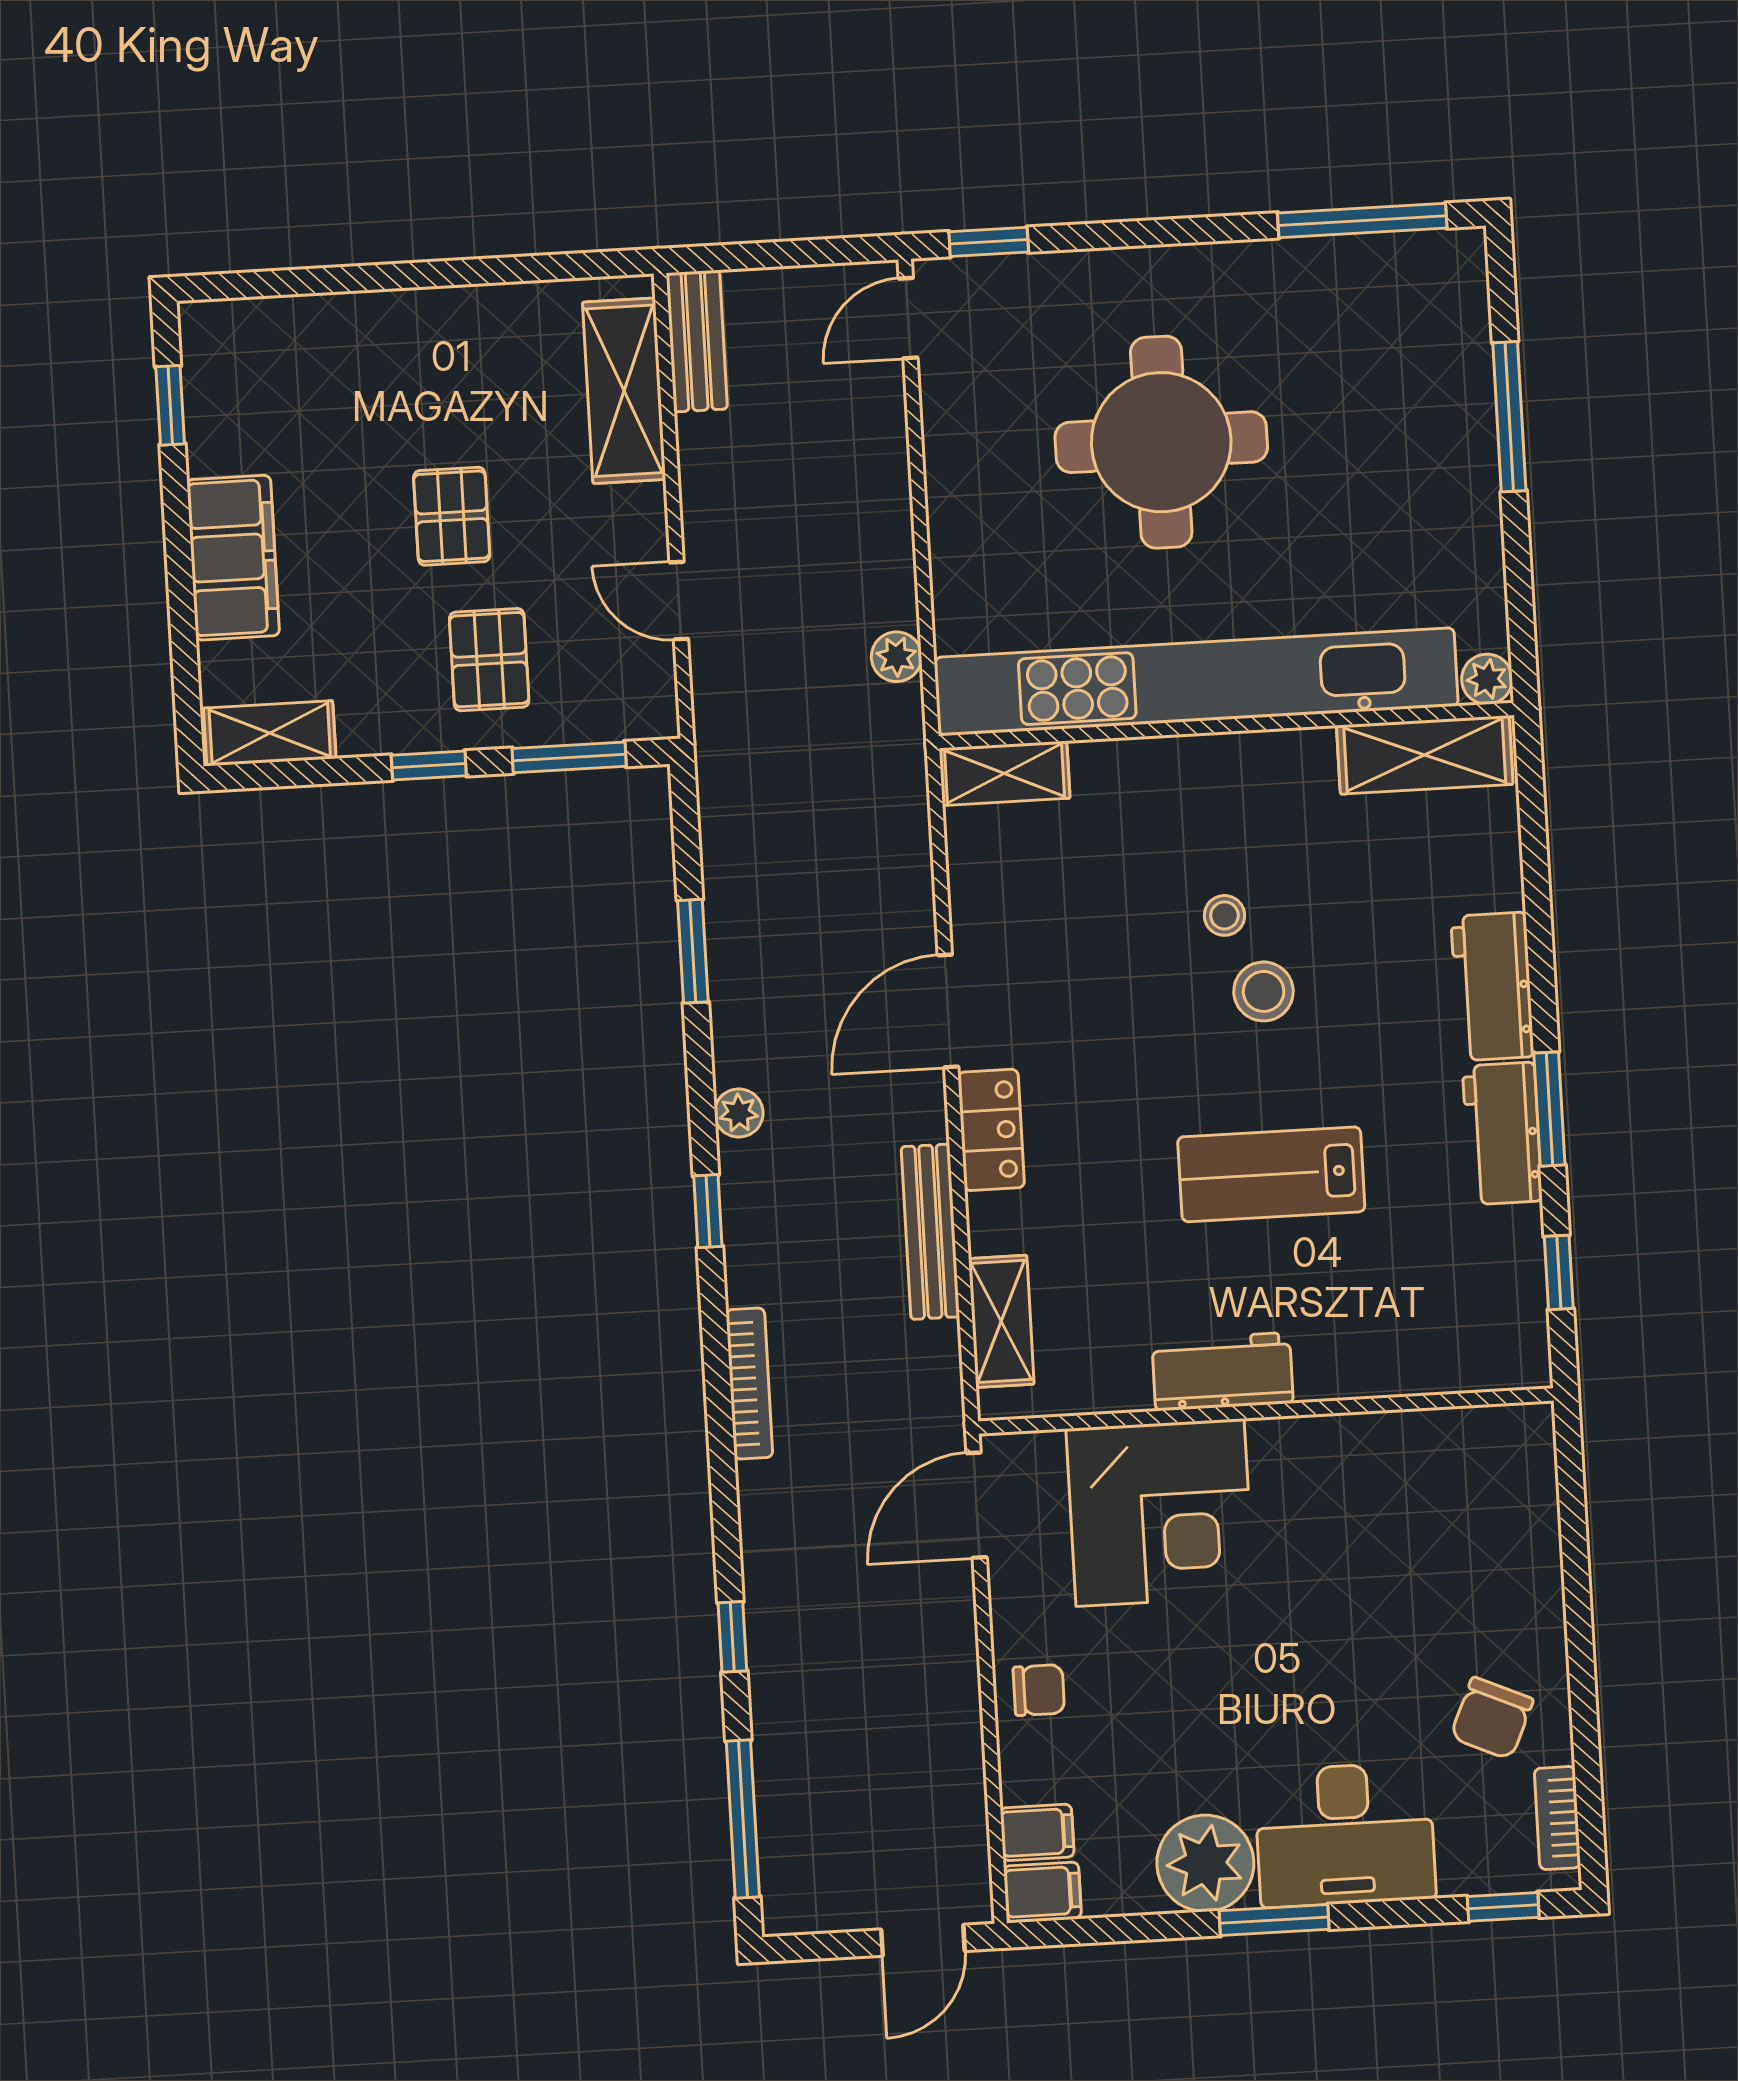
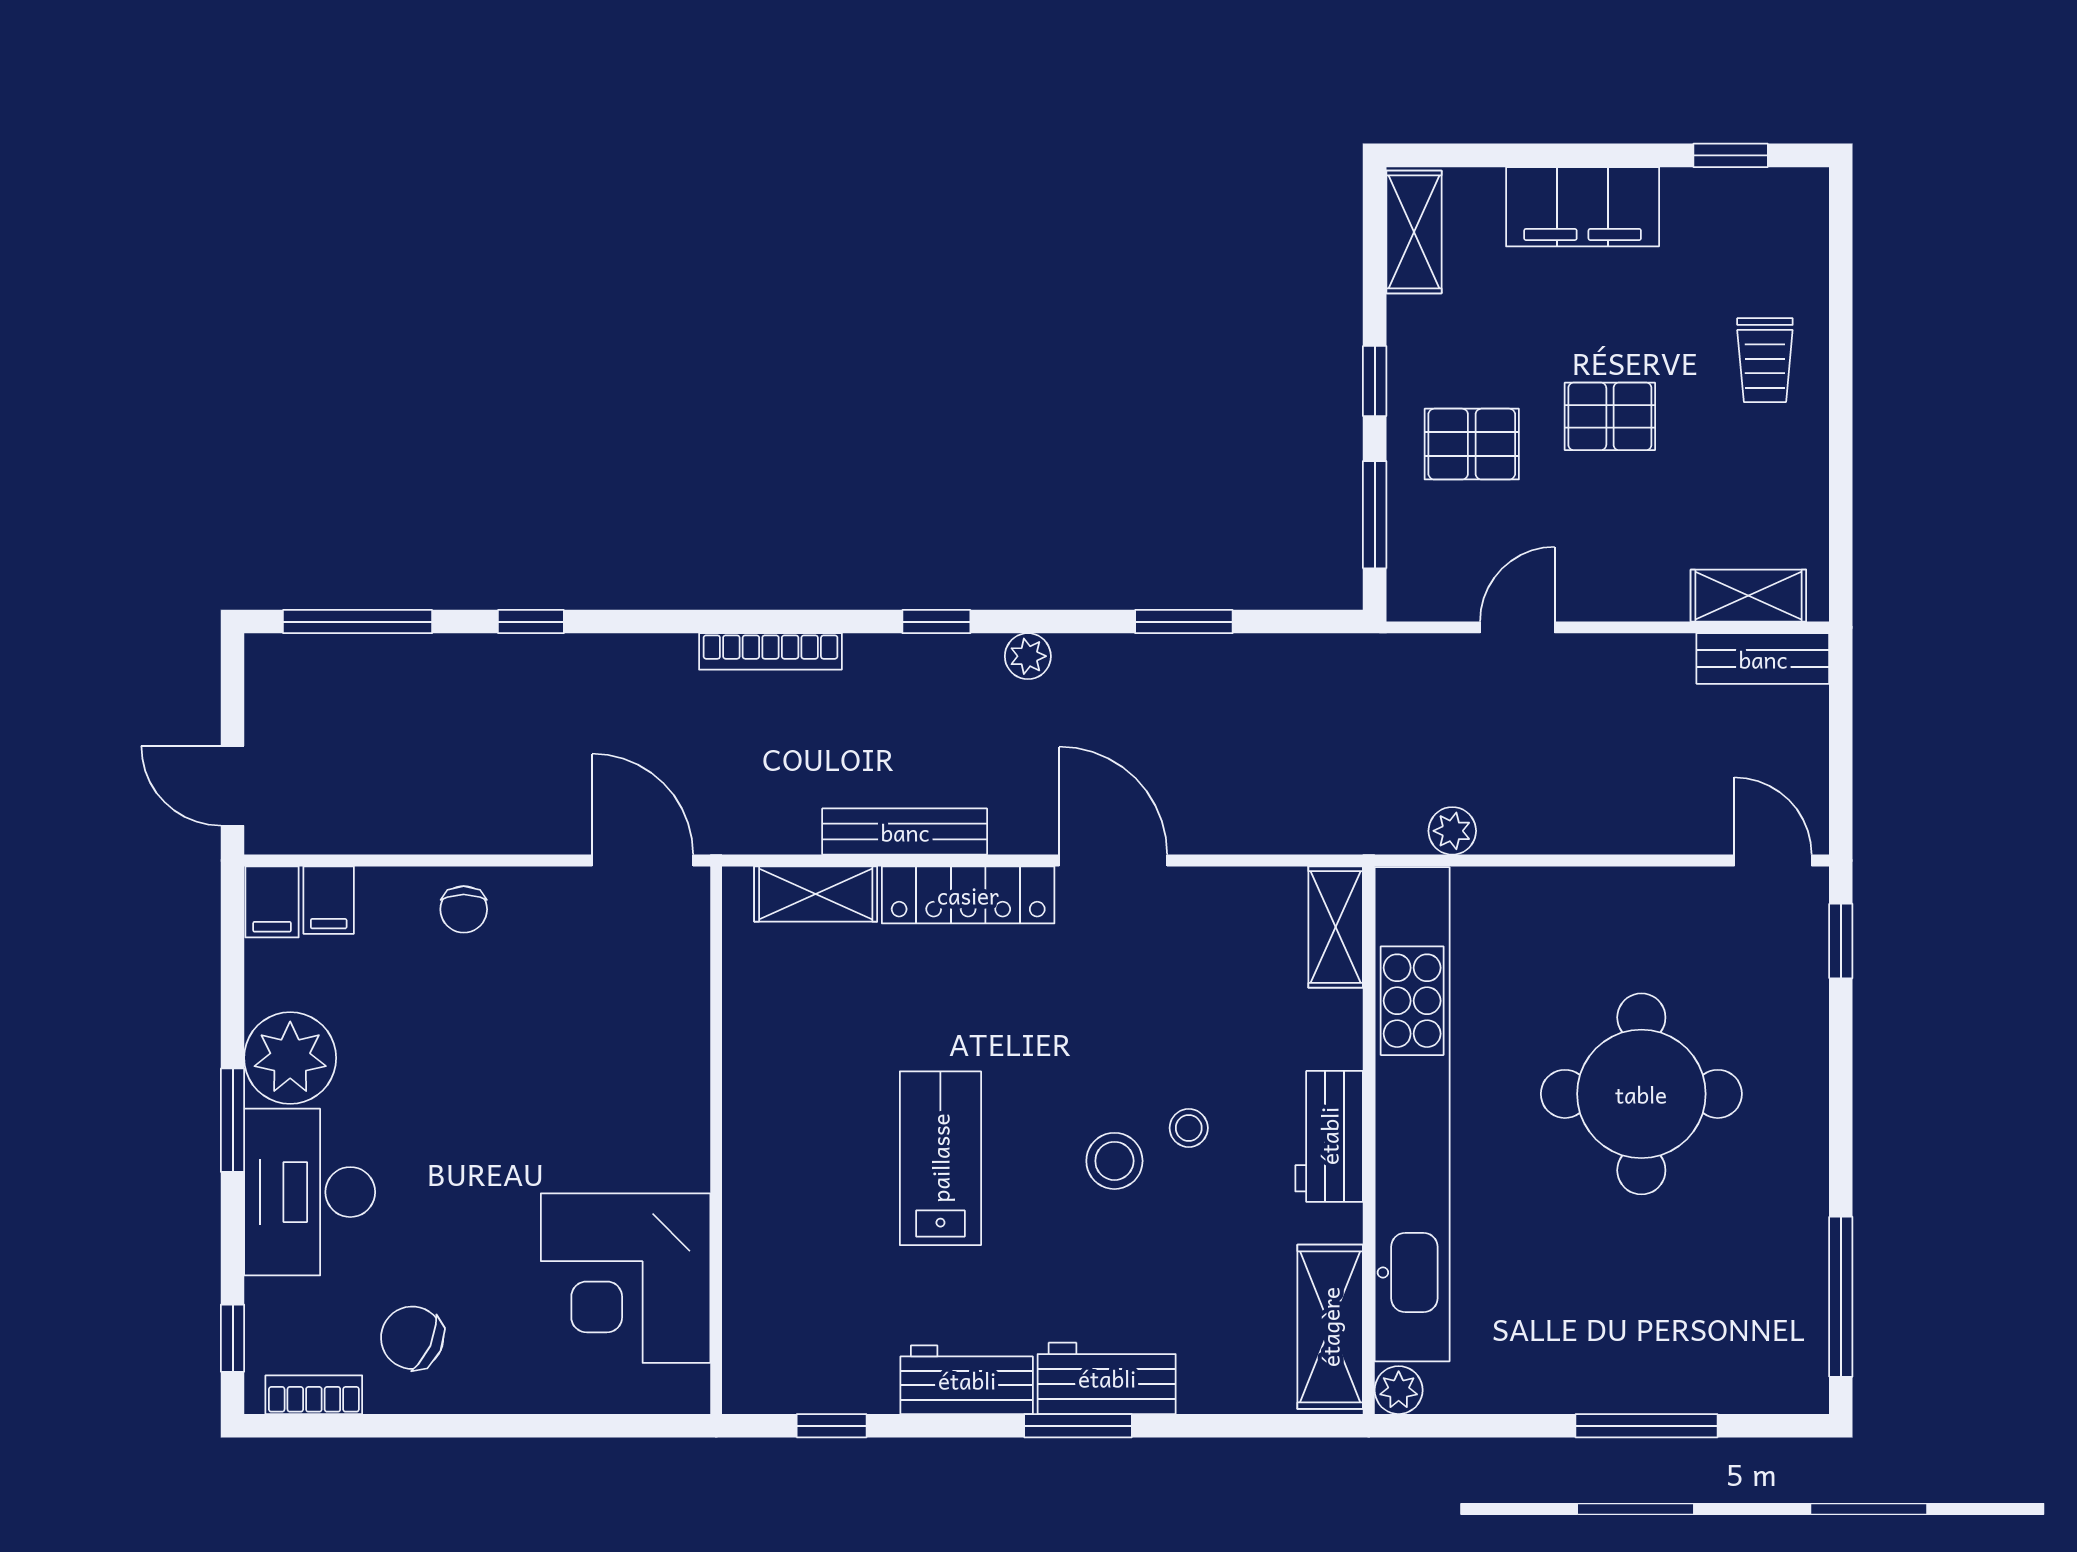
trolley: (383, 357) -> (1765, 360), added
shelving: (624, 391) -> (1748, 596), width x0.67, depth x0.75
window: (1549, 1109) -> (1078, 1426), moved
locker: (991, 1130) -> (968, 895), width x1.53
workbench: (1223, 1372) -> (1329, 1136), moved, turned 180
corner desk: (1160, 1513) -> (626, 1278), moved

